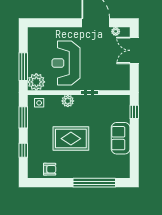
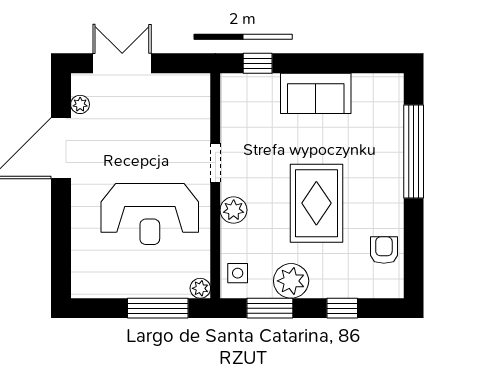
double door: (134, 50) -> (122, 63), swing flipped
plant: (36, 82) -> (200, 288), width x0.53, depth x0.53
plant: (36, 127) -> (291, 281), added

